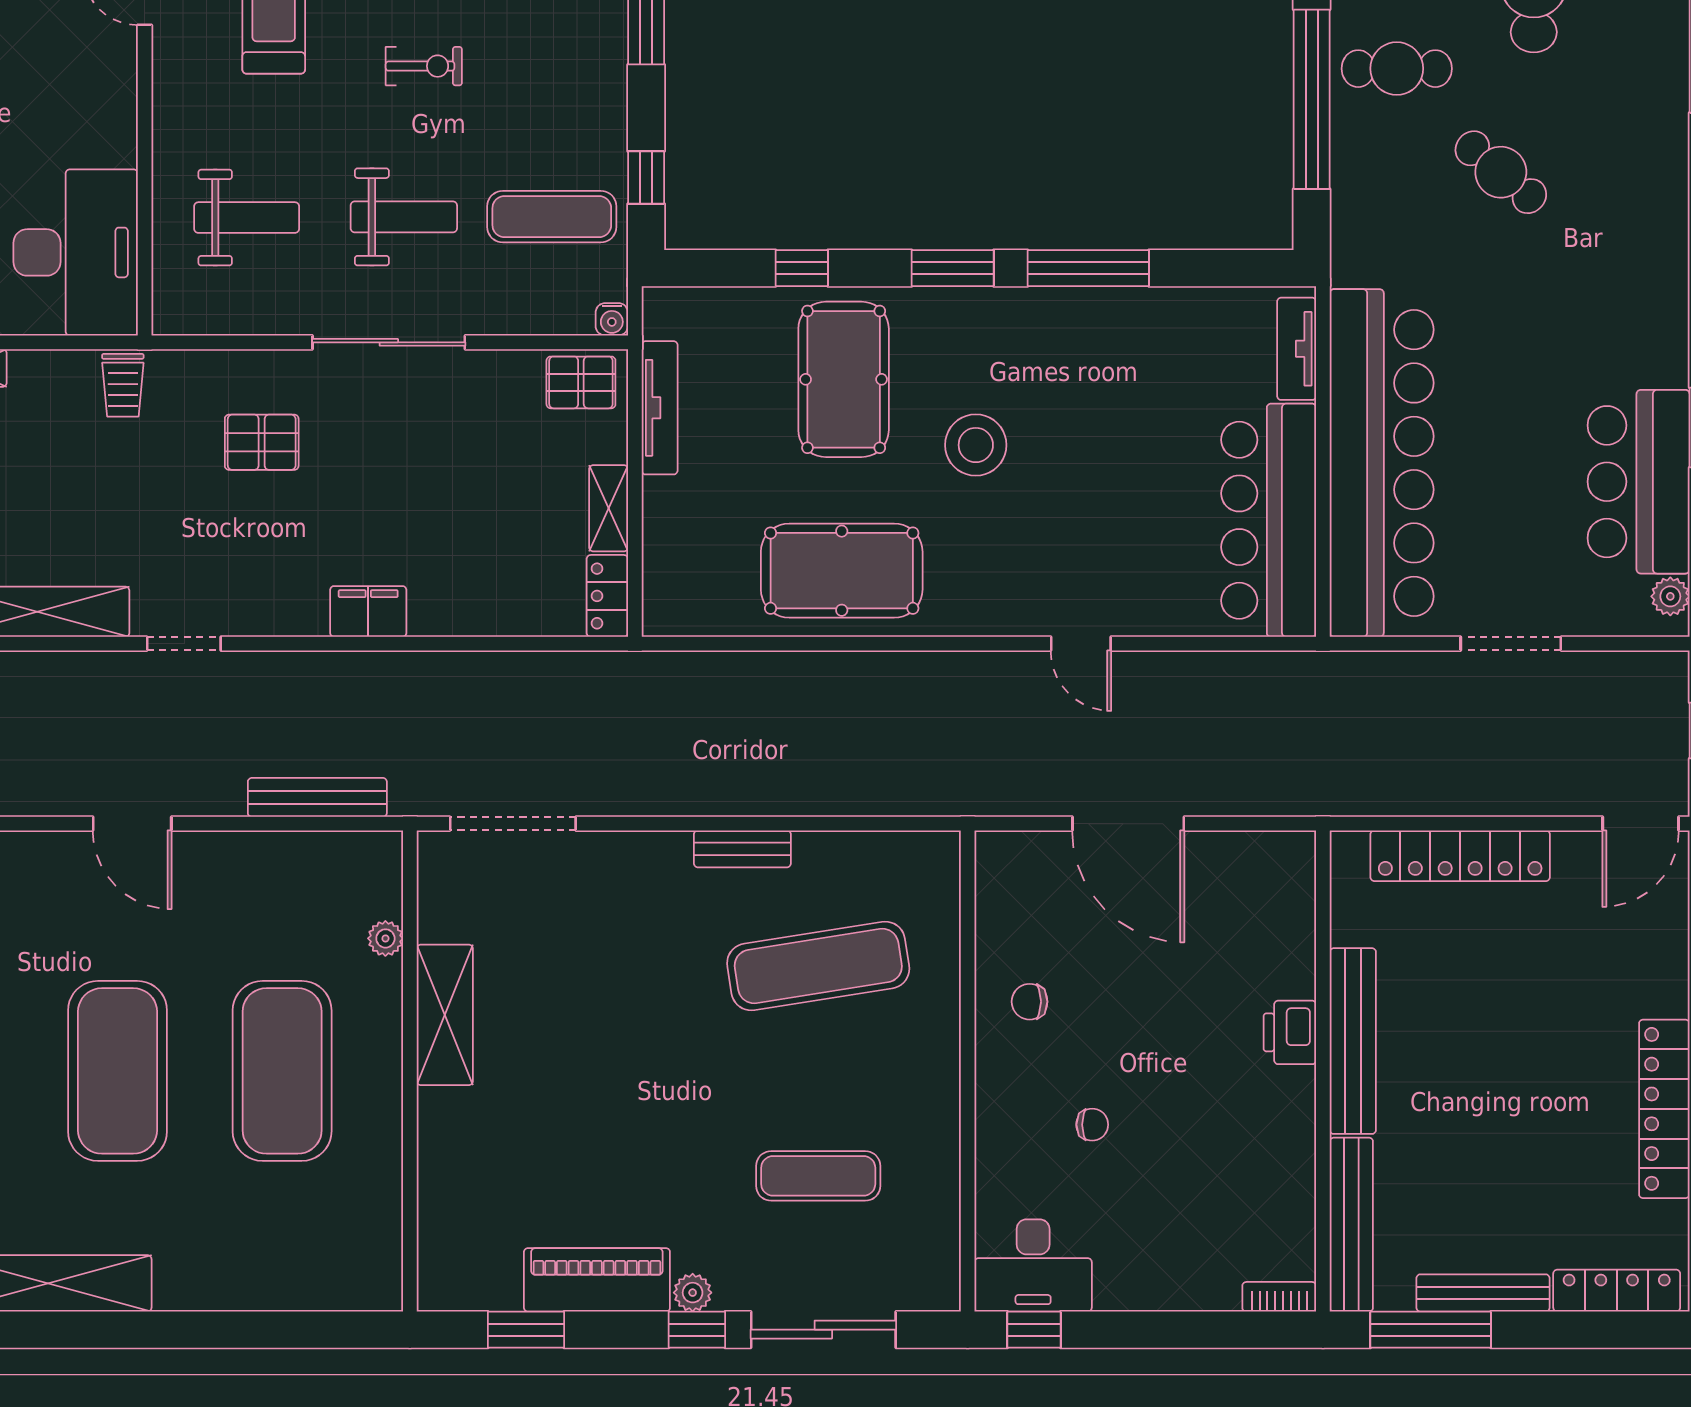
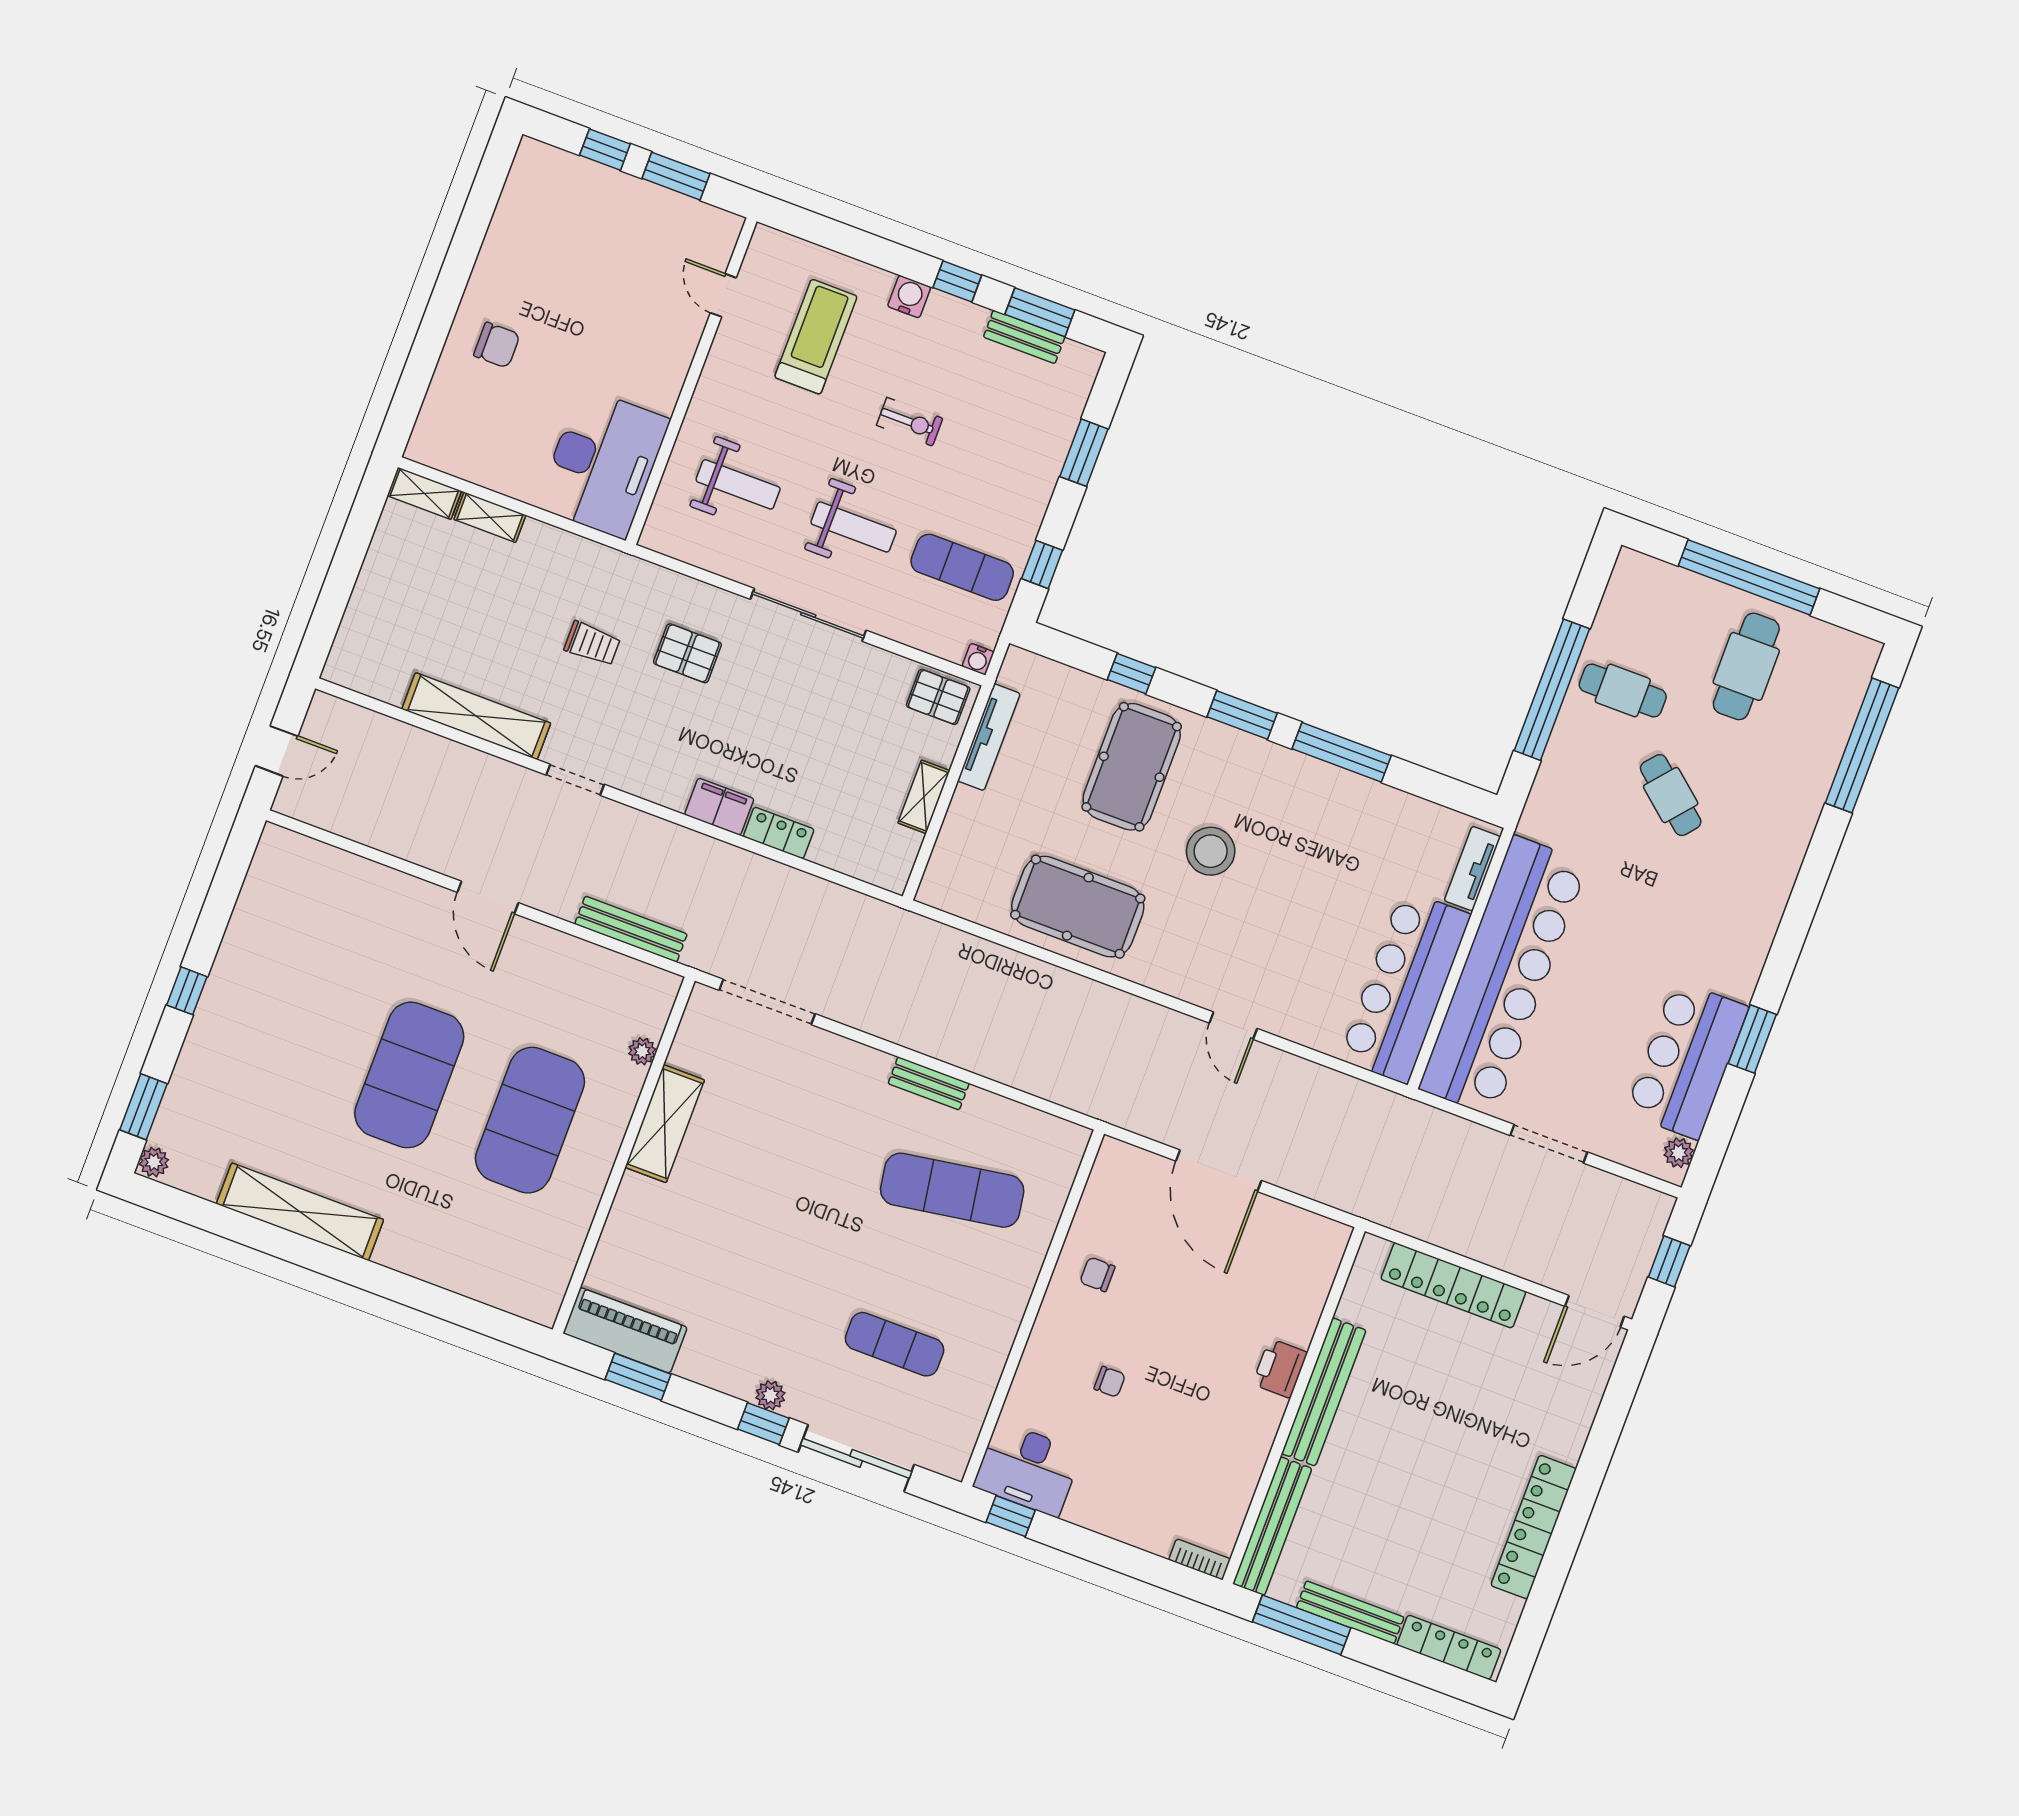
trolley: (123, 385) -> (592, 644), moved, turned -90
locker: (607, 596) -> (779, 833), moved, turned 90
piano: (597, 1280) -> (625, 1330), moved

